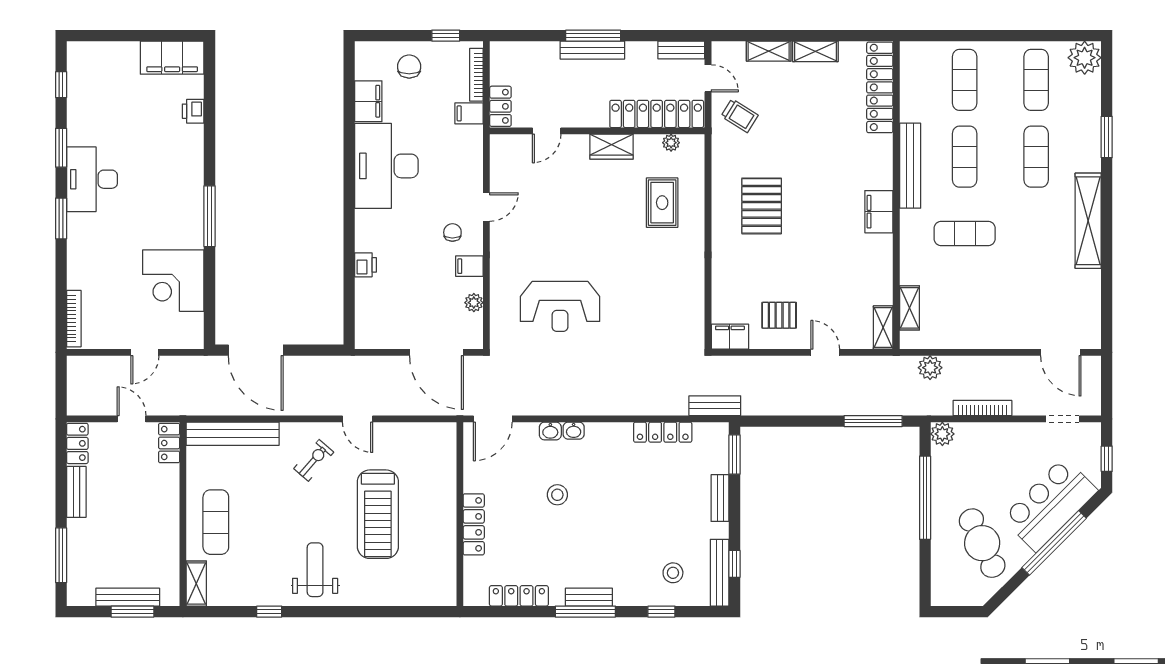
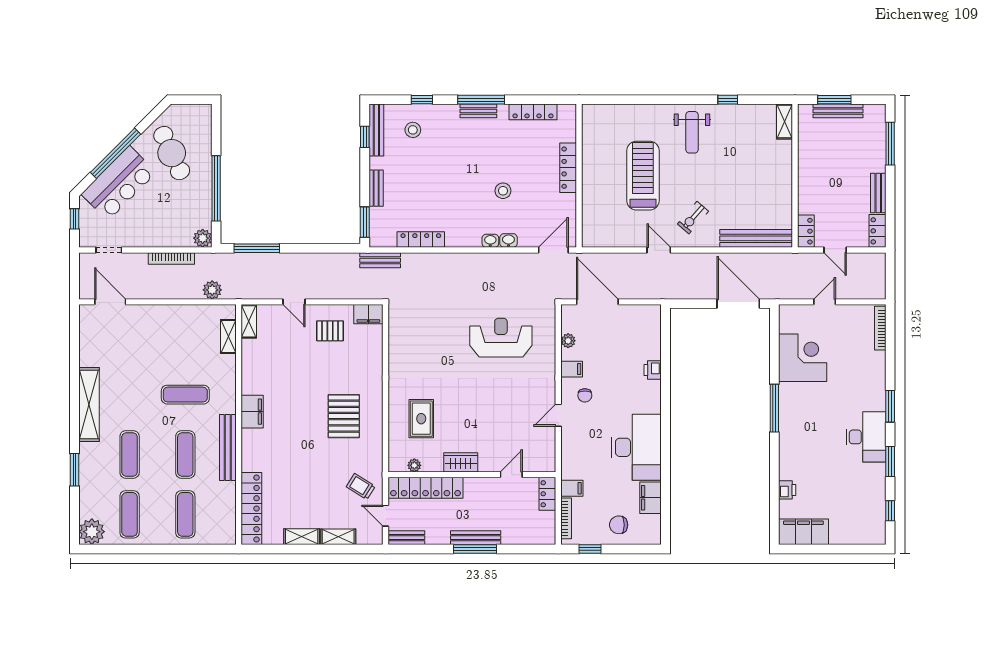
chair: (409, 67) -> (619, 525), turned 90
exercise mat: (216, 522) -> (769, 169), removed

